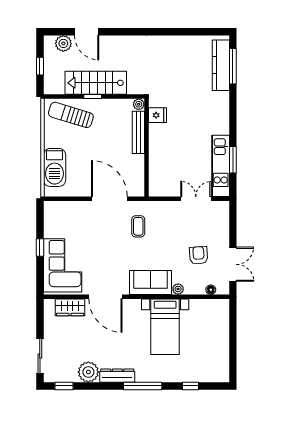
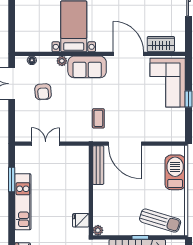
bench: (138, 132) -> (98, 165), moved
kitchen unit: (221, 166) -> (23, 202), moved
double door: (196, 199) -> (46, 144), swing flipped

